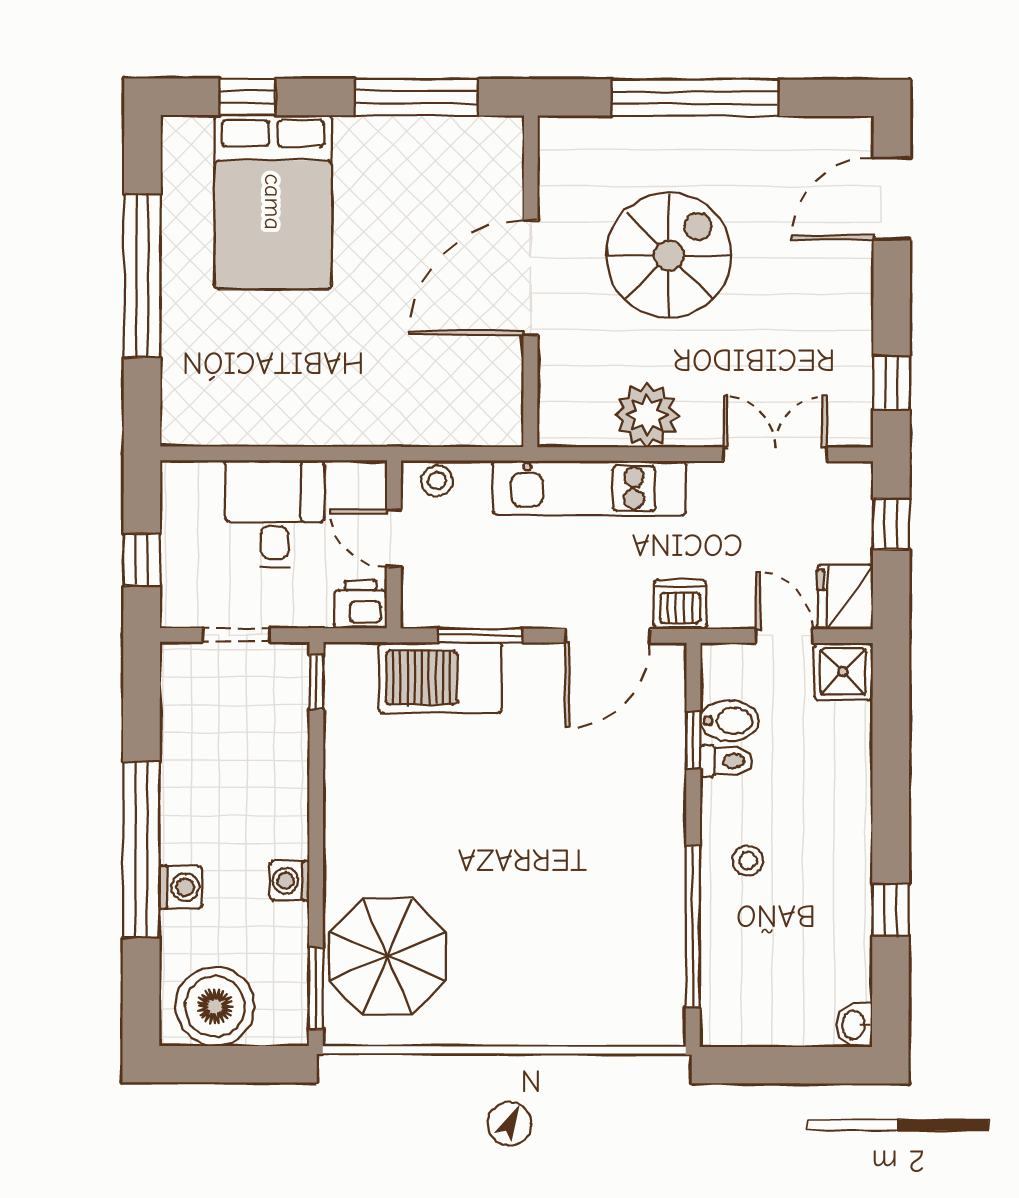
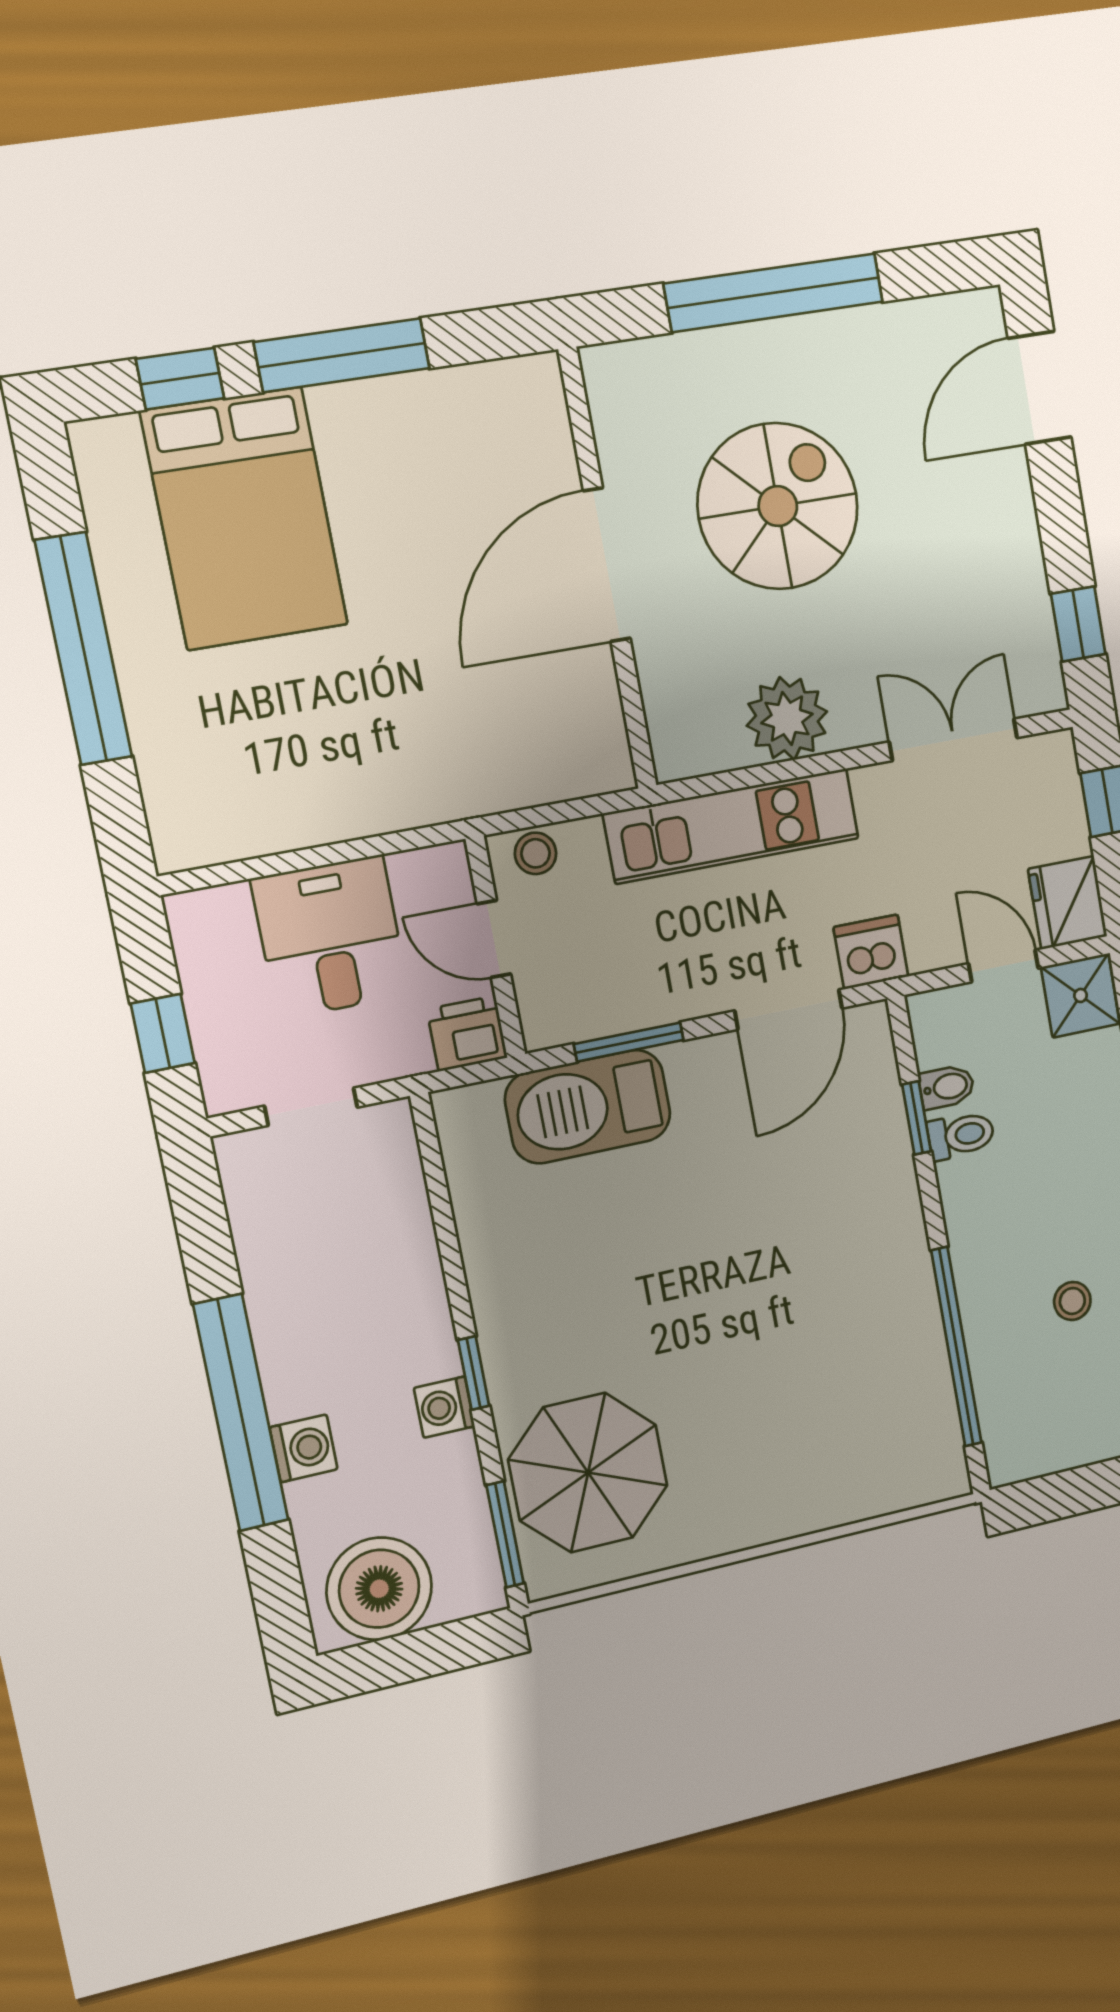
window: (416, 97) -> (342, 355), moved
window: (316, 682) -> (474, 1373), moved
bidet: (730, 721) -> (947, 1087), width x0.72, depth x0.74
stool: (748, 861) -> (1072, 1301), moved

